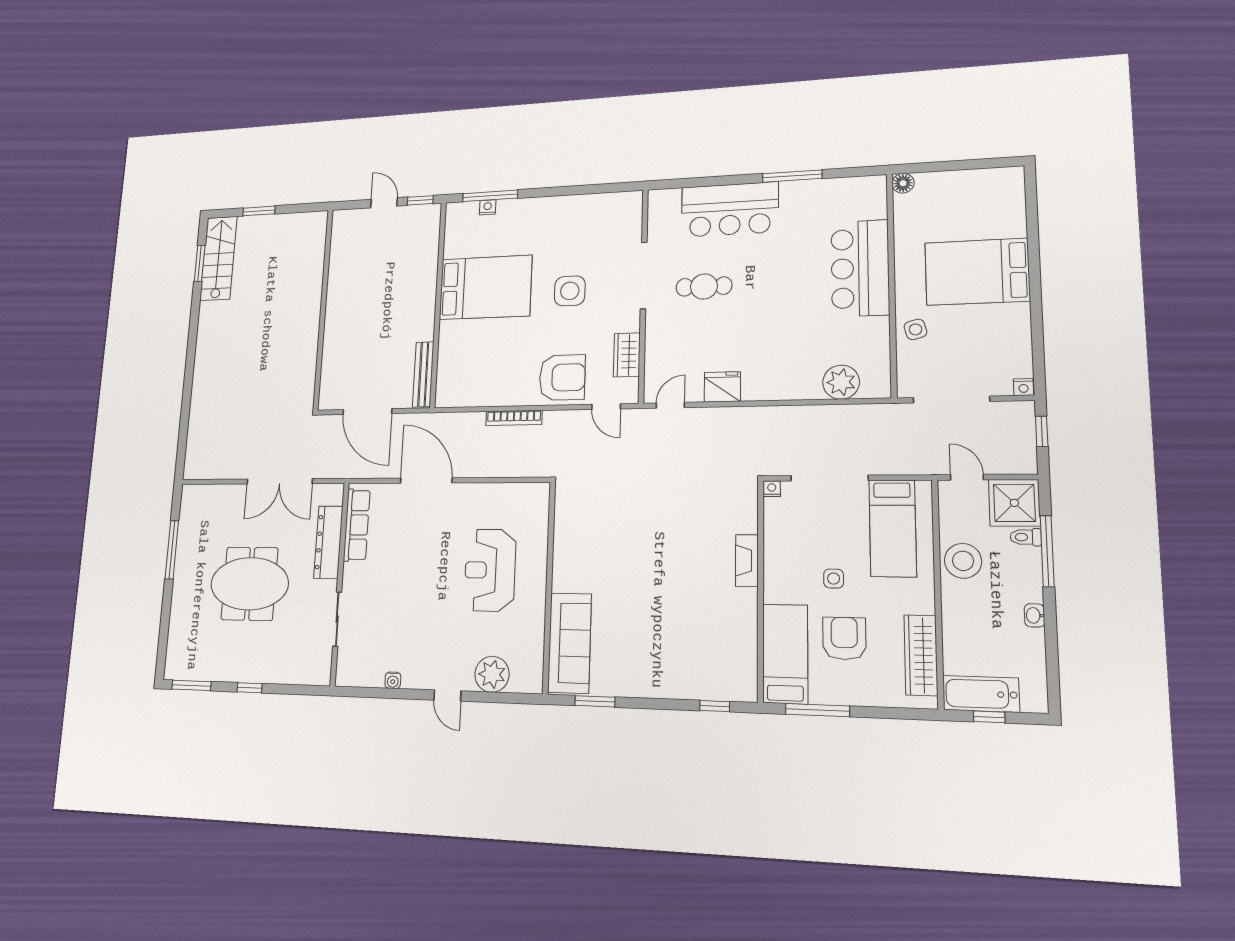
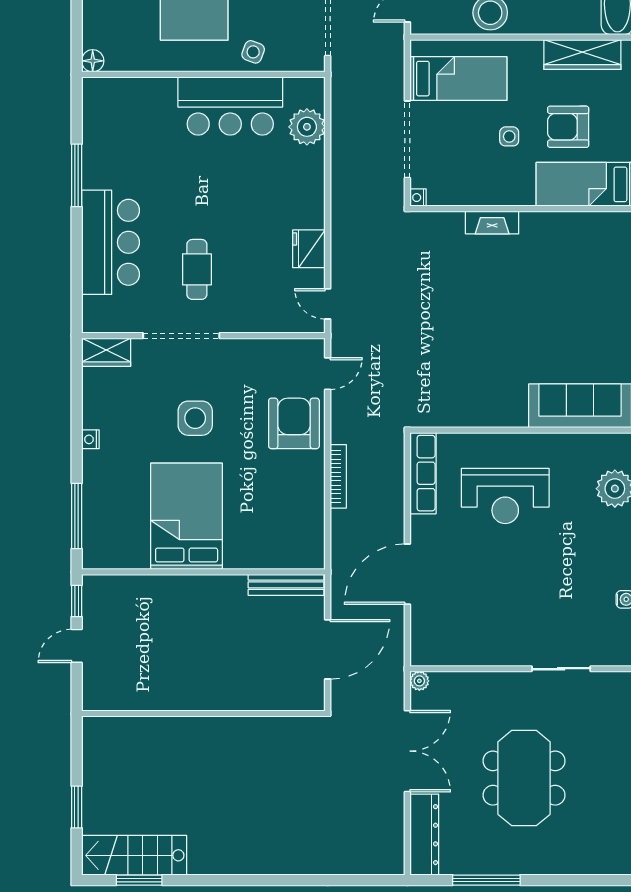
nightstand: (488, 207) -> (90, 439), moved
bar counter: (860, 268) -> (230, 106), moved
side table: (916, 329) -> (253, 52), turned 37
wardrobe: (627, 355) -> (106, 352), moved
plant: (336, 492) -> (419, 681), added
row of seats: (357, 525) -> (423, 473), moved, turned 90
dresser: (328, 542) -> (424, 835), moved, turned -90

